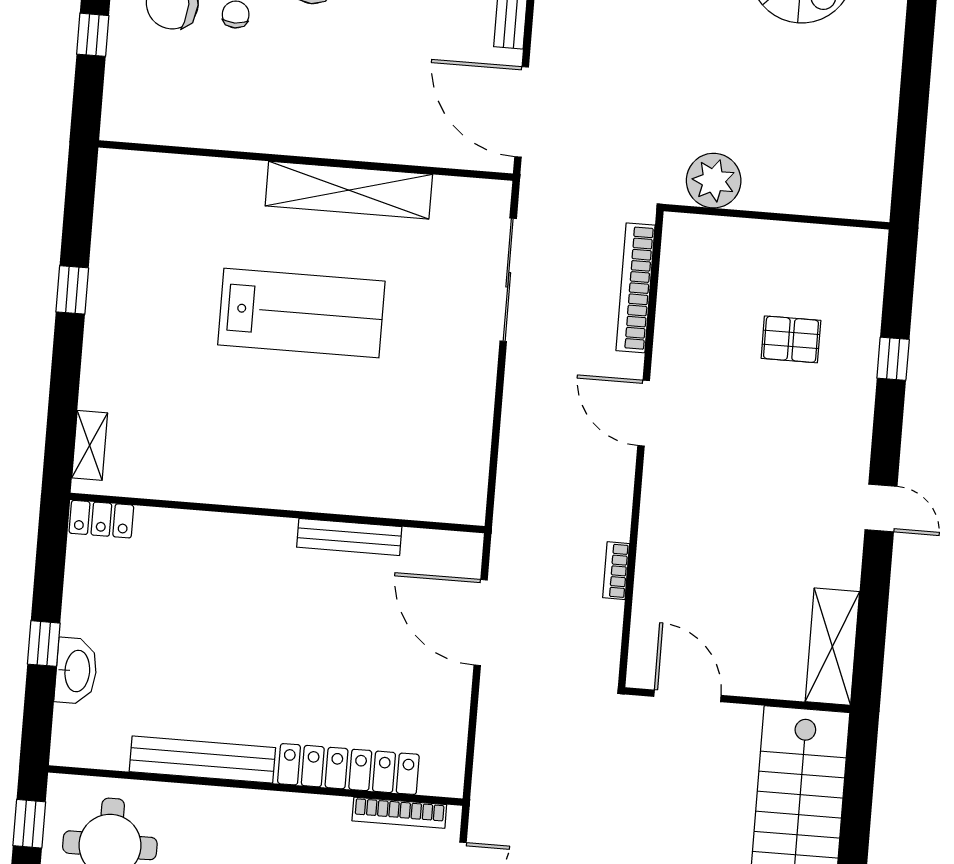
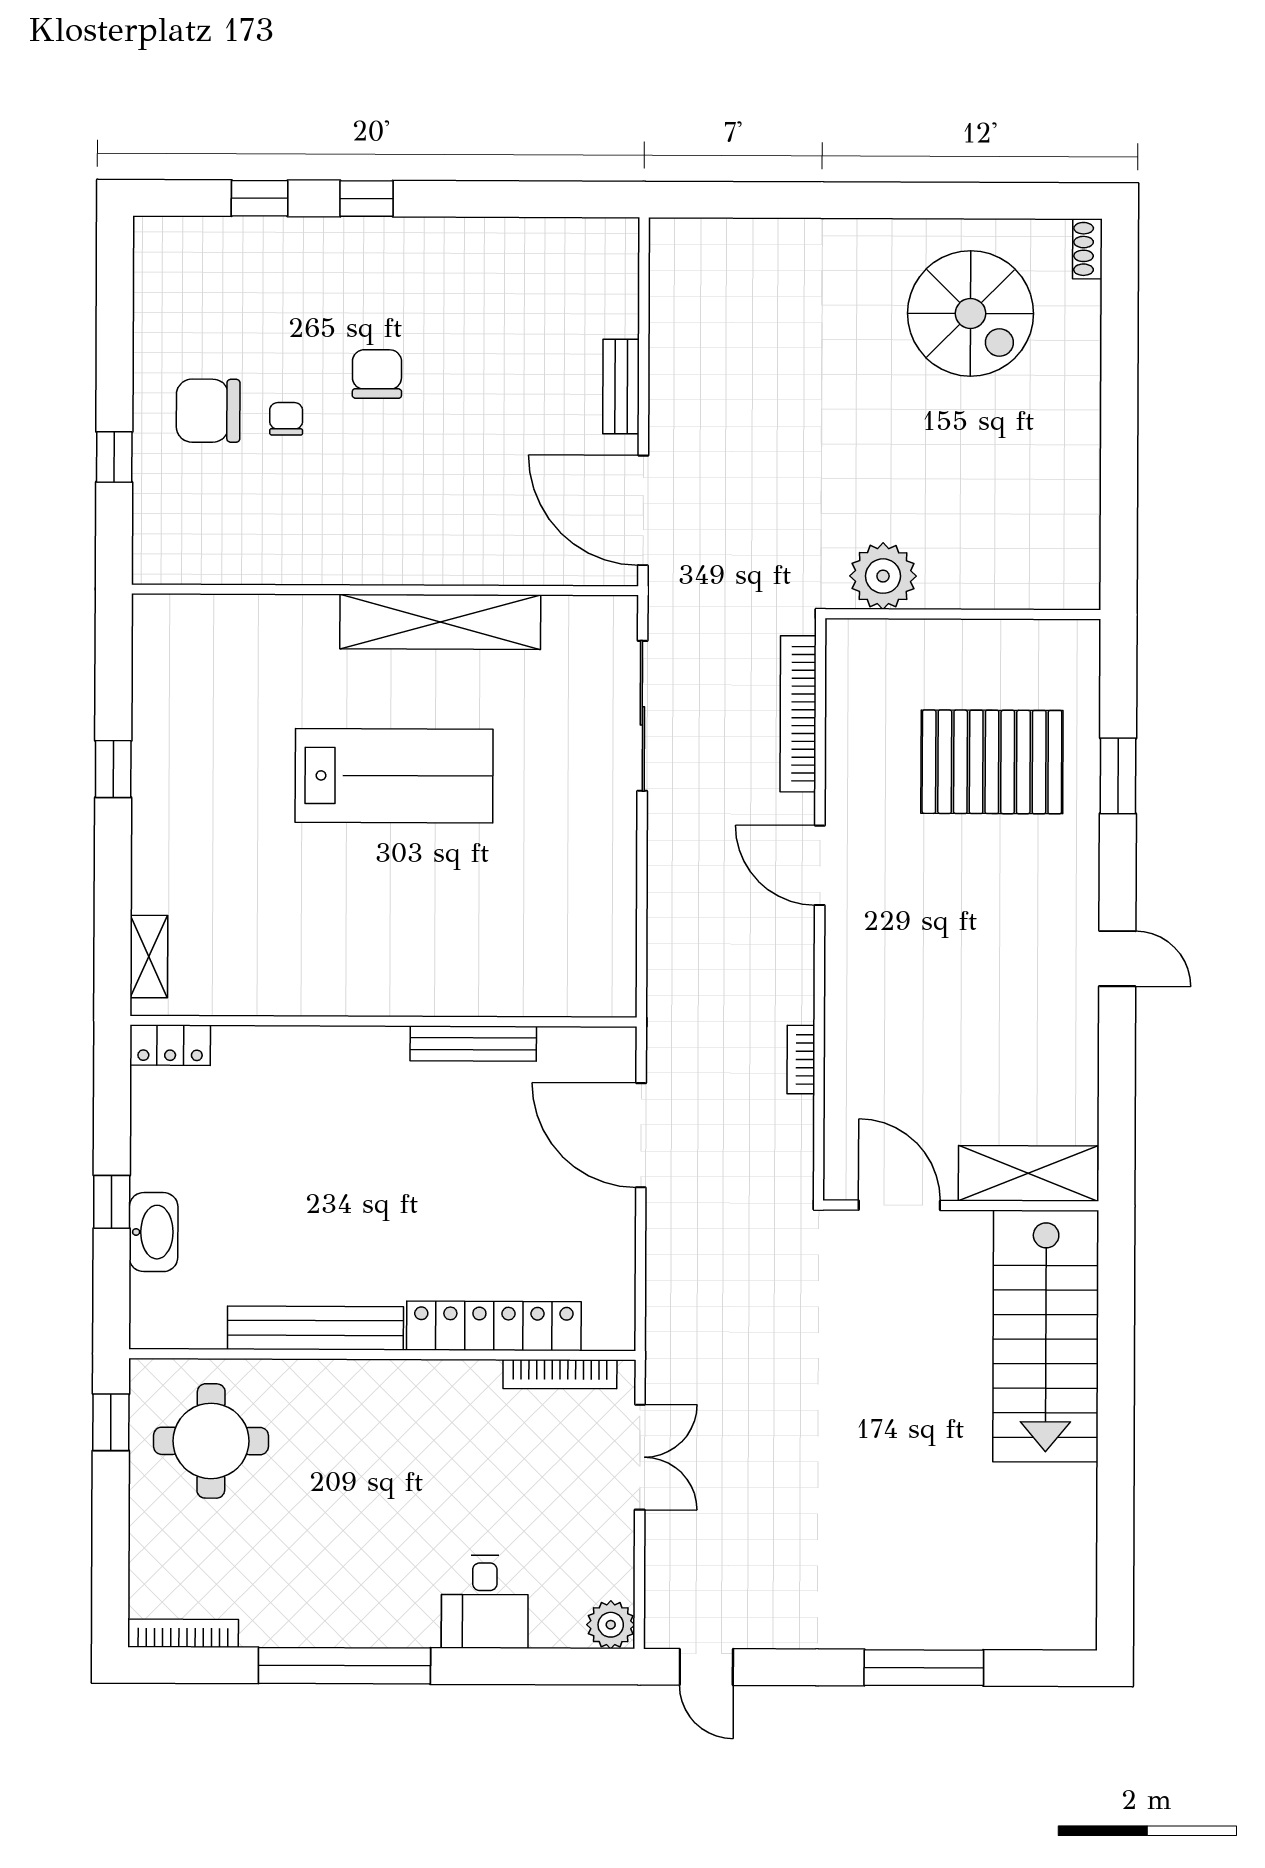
pallet: (791, 339) -> (992, 762), width x2.05, depth x2.00
window: (893, 359) -> (1118, 776), width x1.50
shelving: (832, 647) -> (1028, 1173), moved, turned 90

